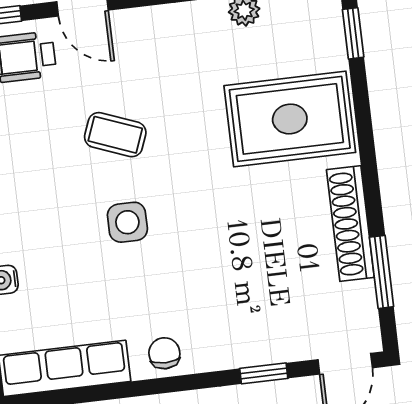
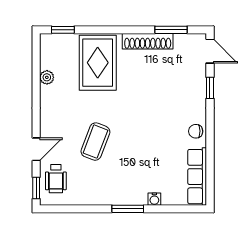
coffee table: (115, 135) -> (95, 142), width x1.36, depth x1.30
side table: (127, 222) -> (135, 141), removed

